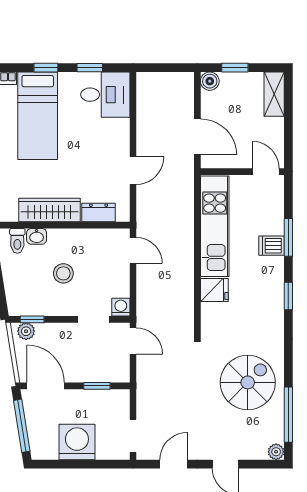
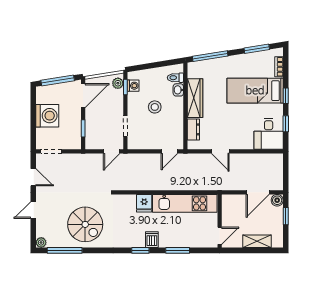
shelving: (274, 94) -> (257, 241), moved
door: (197, 137) -> (258, 192), moved
dishwasher: (272, 246) -> (152, 240), moved
washing machine: (121, 307) -> (133, 86), moved

